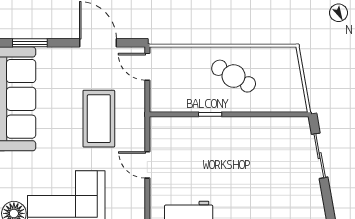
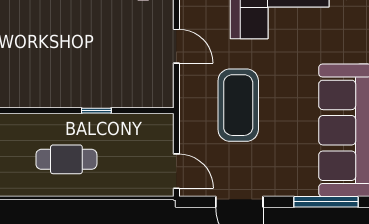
window: (30, 43) -> (326, 202), width x1.44
cafe table: (234, 76) -> (66, 159), turned -30

